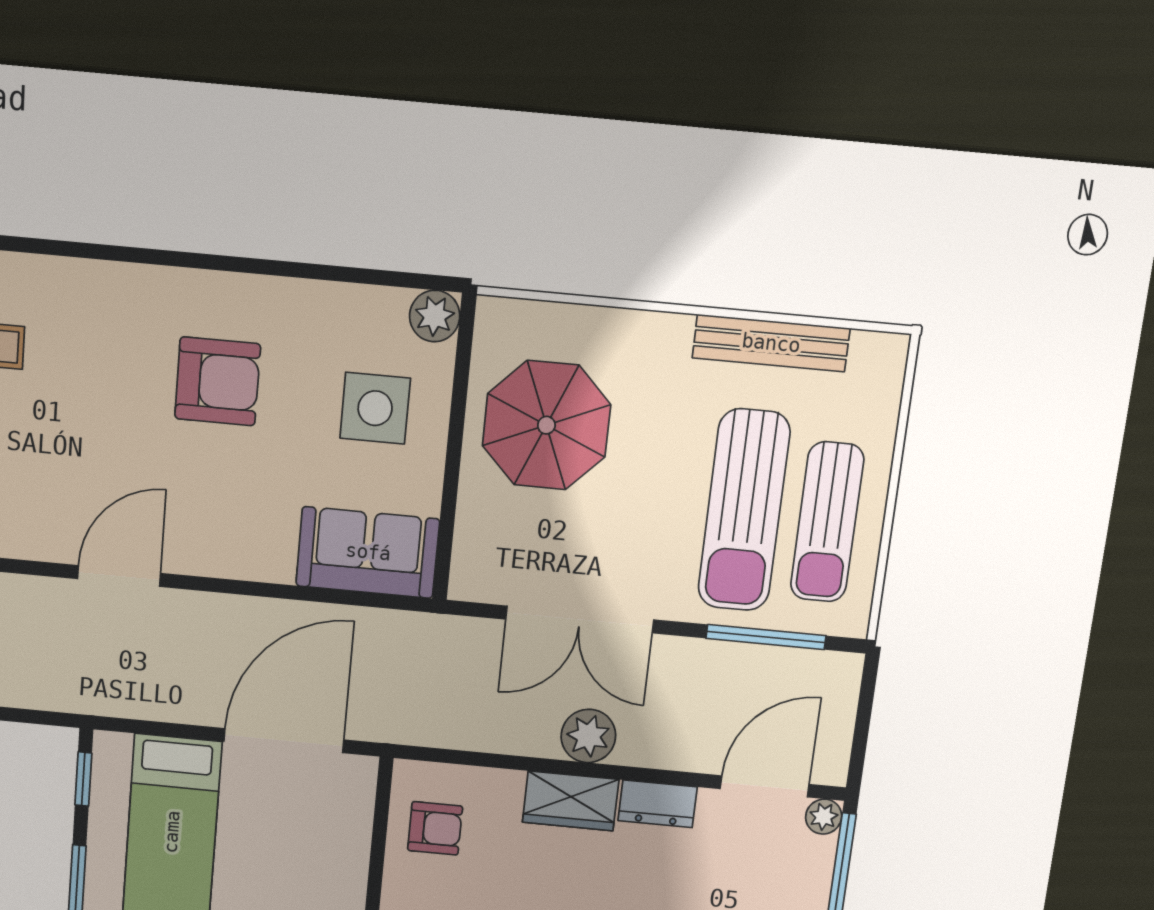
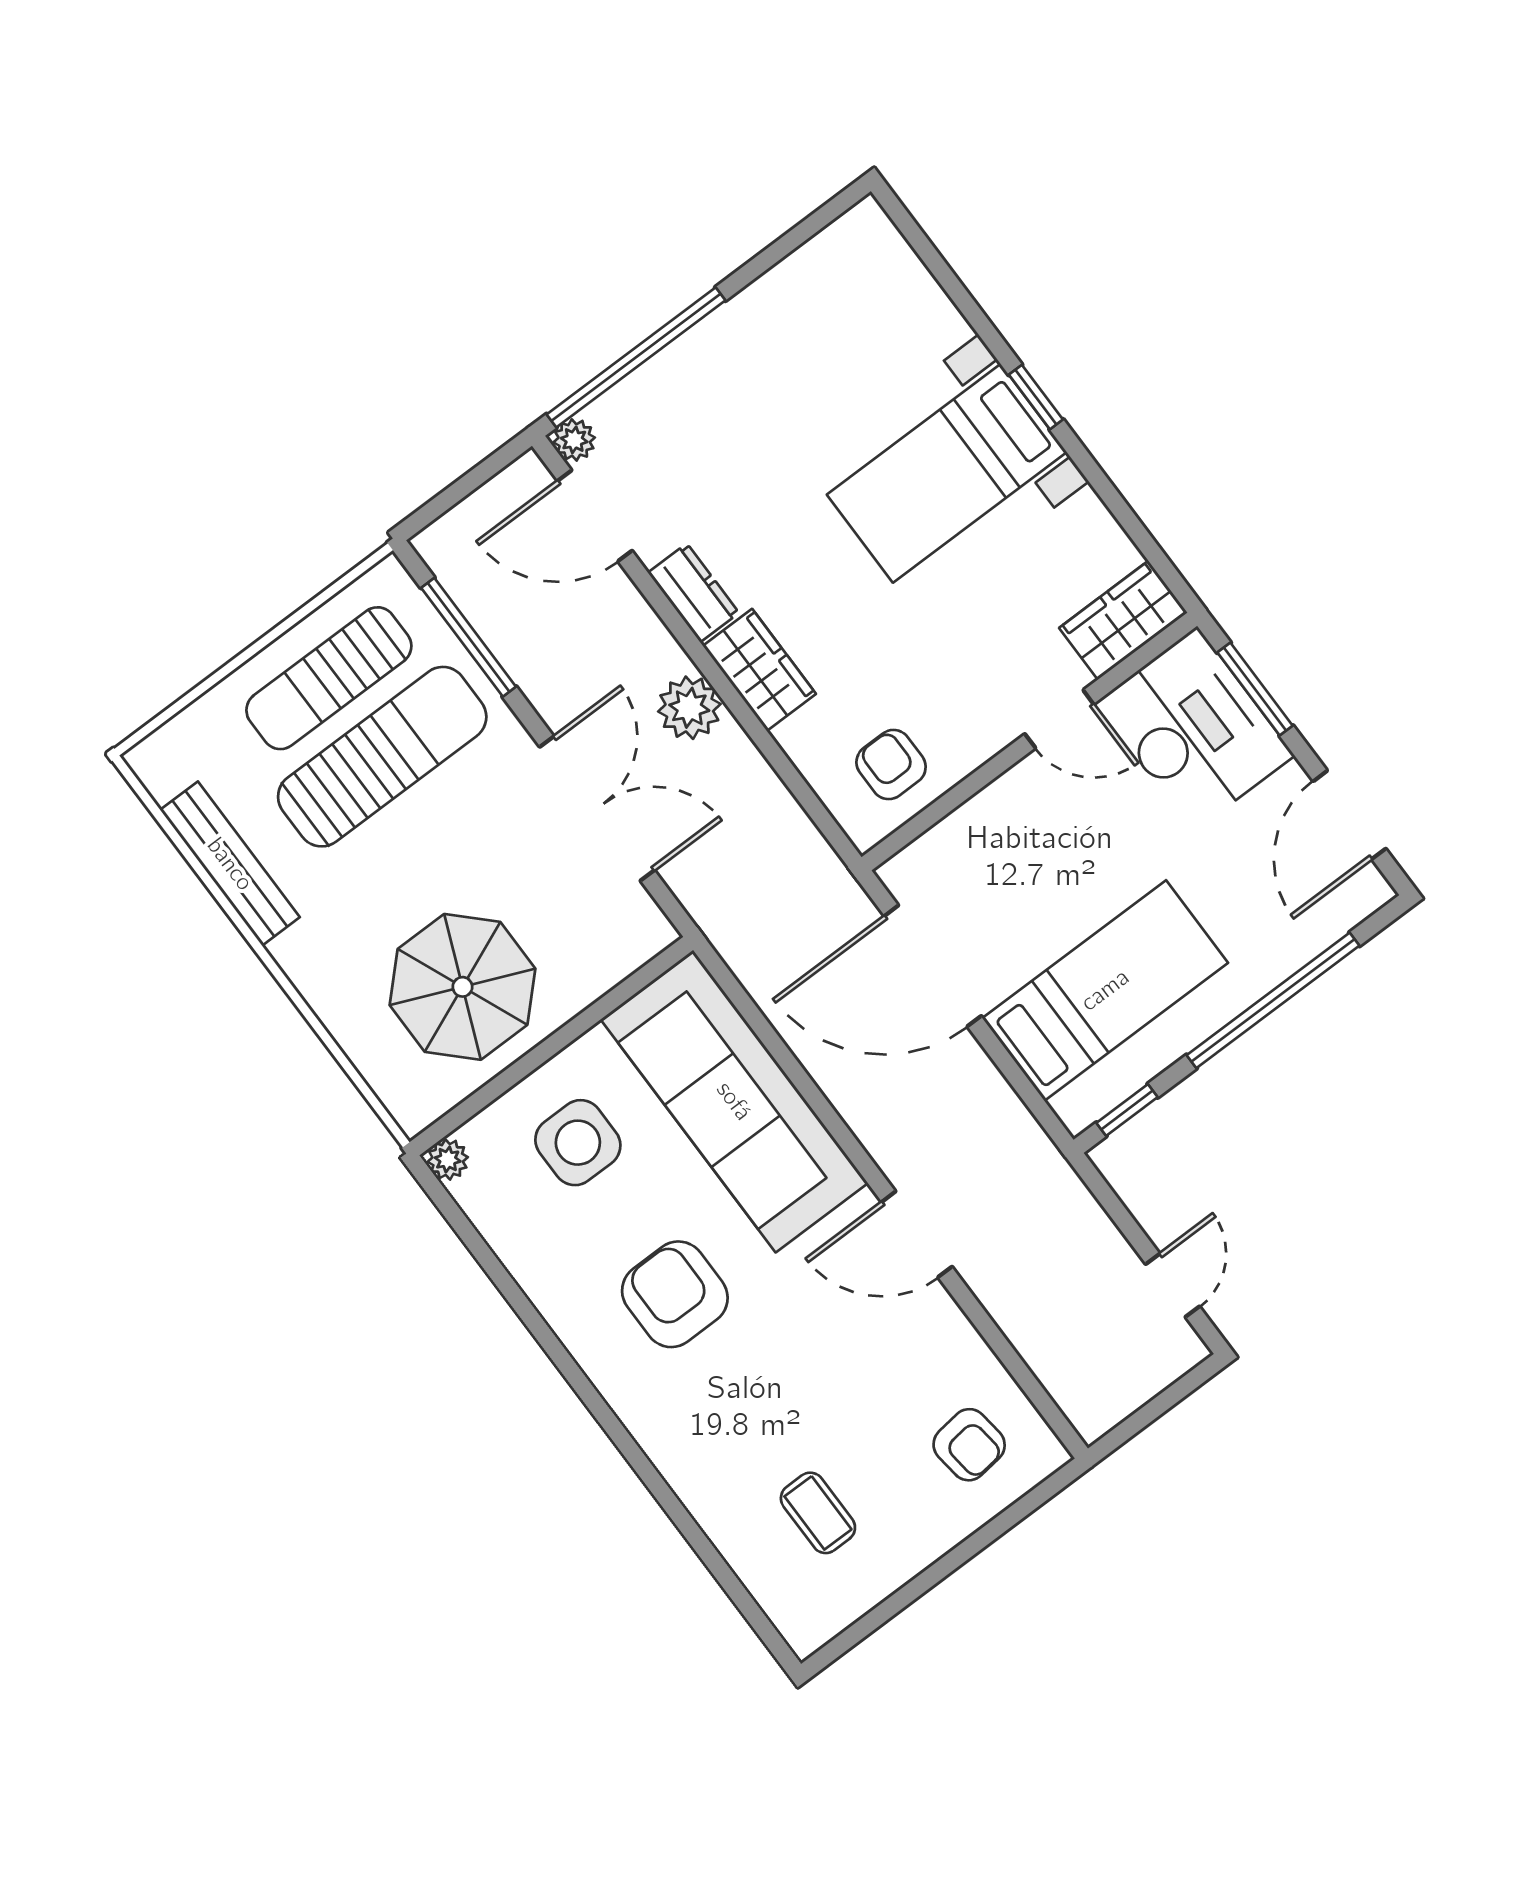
plant: (435, 316) -> (448, 1159), width x0.73, depth x0.73
sun lounger: (827, 522) -> (329, 678), turned 180
sofa: (368, 552) -> (734, 1101), width x1.85, depth x1.27

